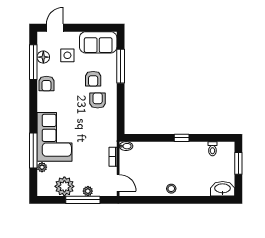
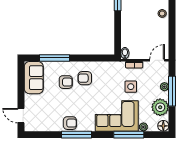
side table: (67, 55) -> (131, 87), moved
floor lamp: (43, 57) -> (163, 126), moved
window: (33, 62) -> (76, 135), moved

